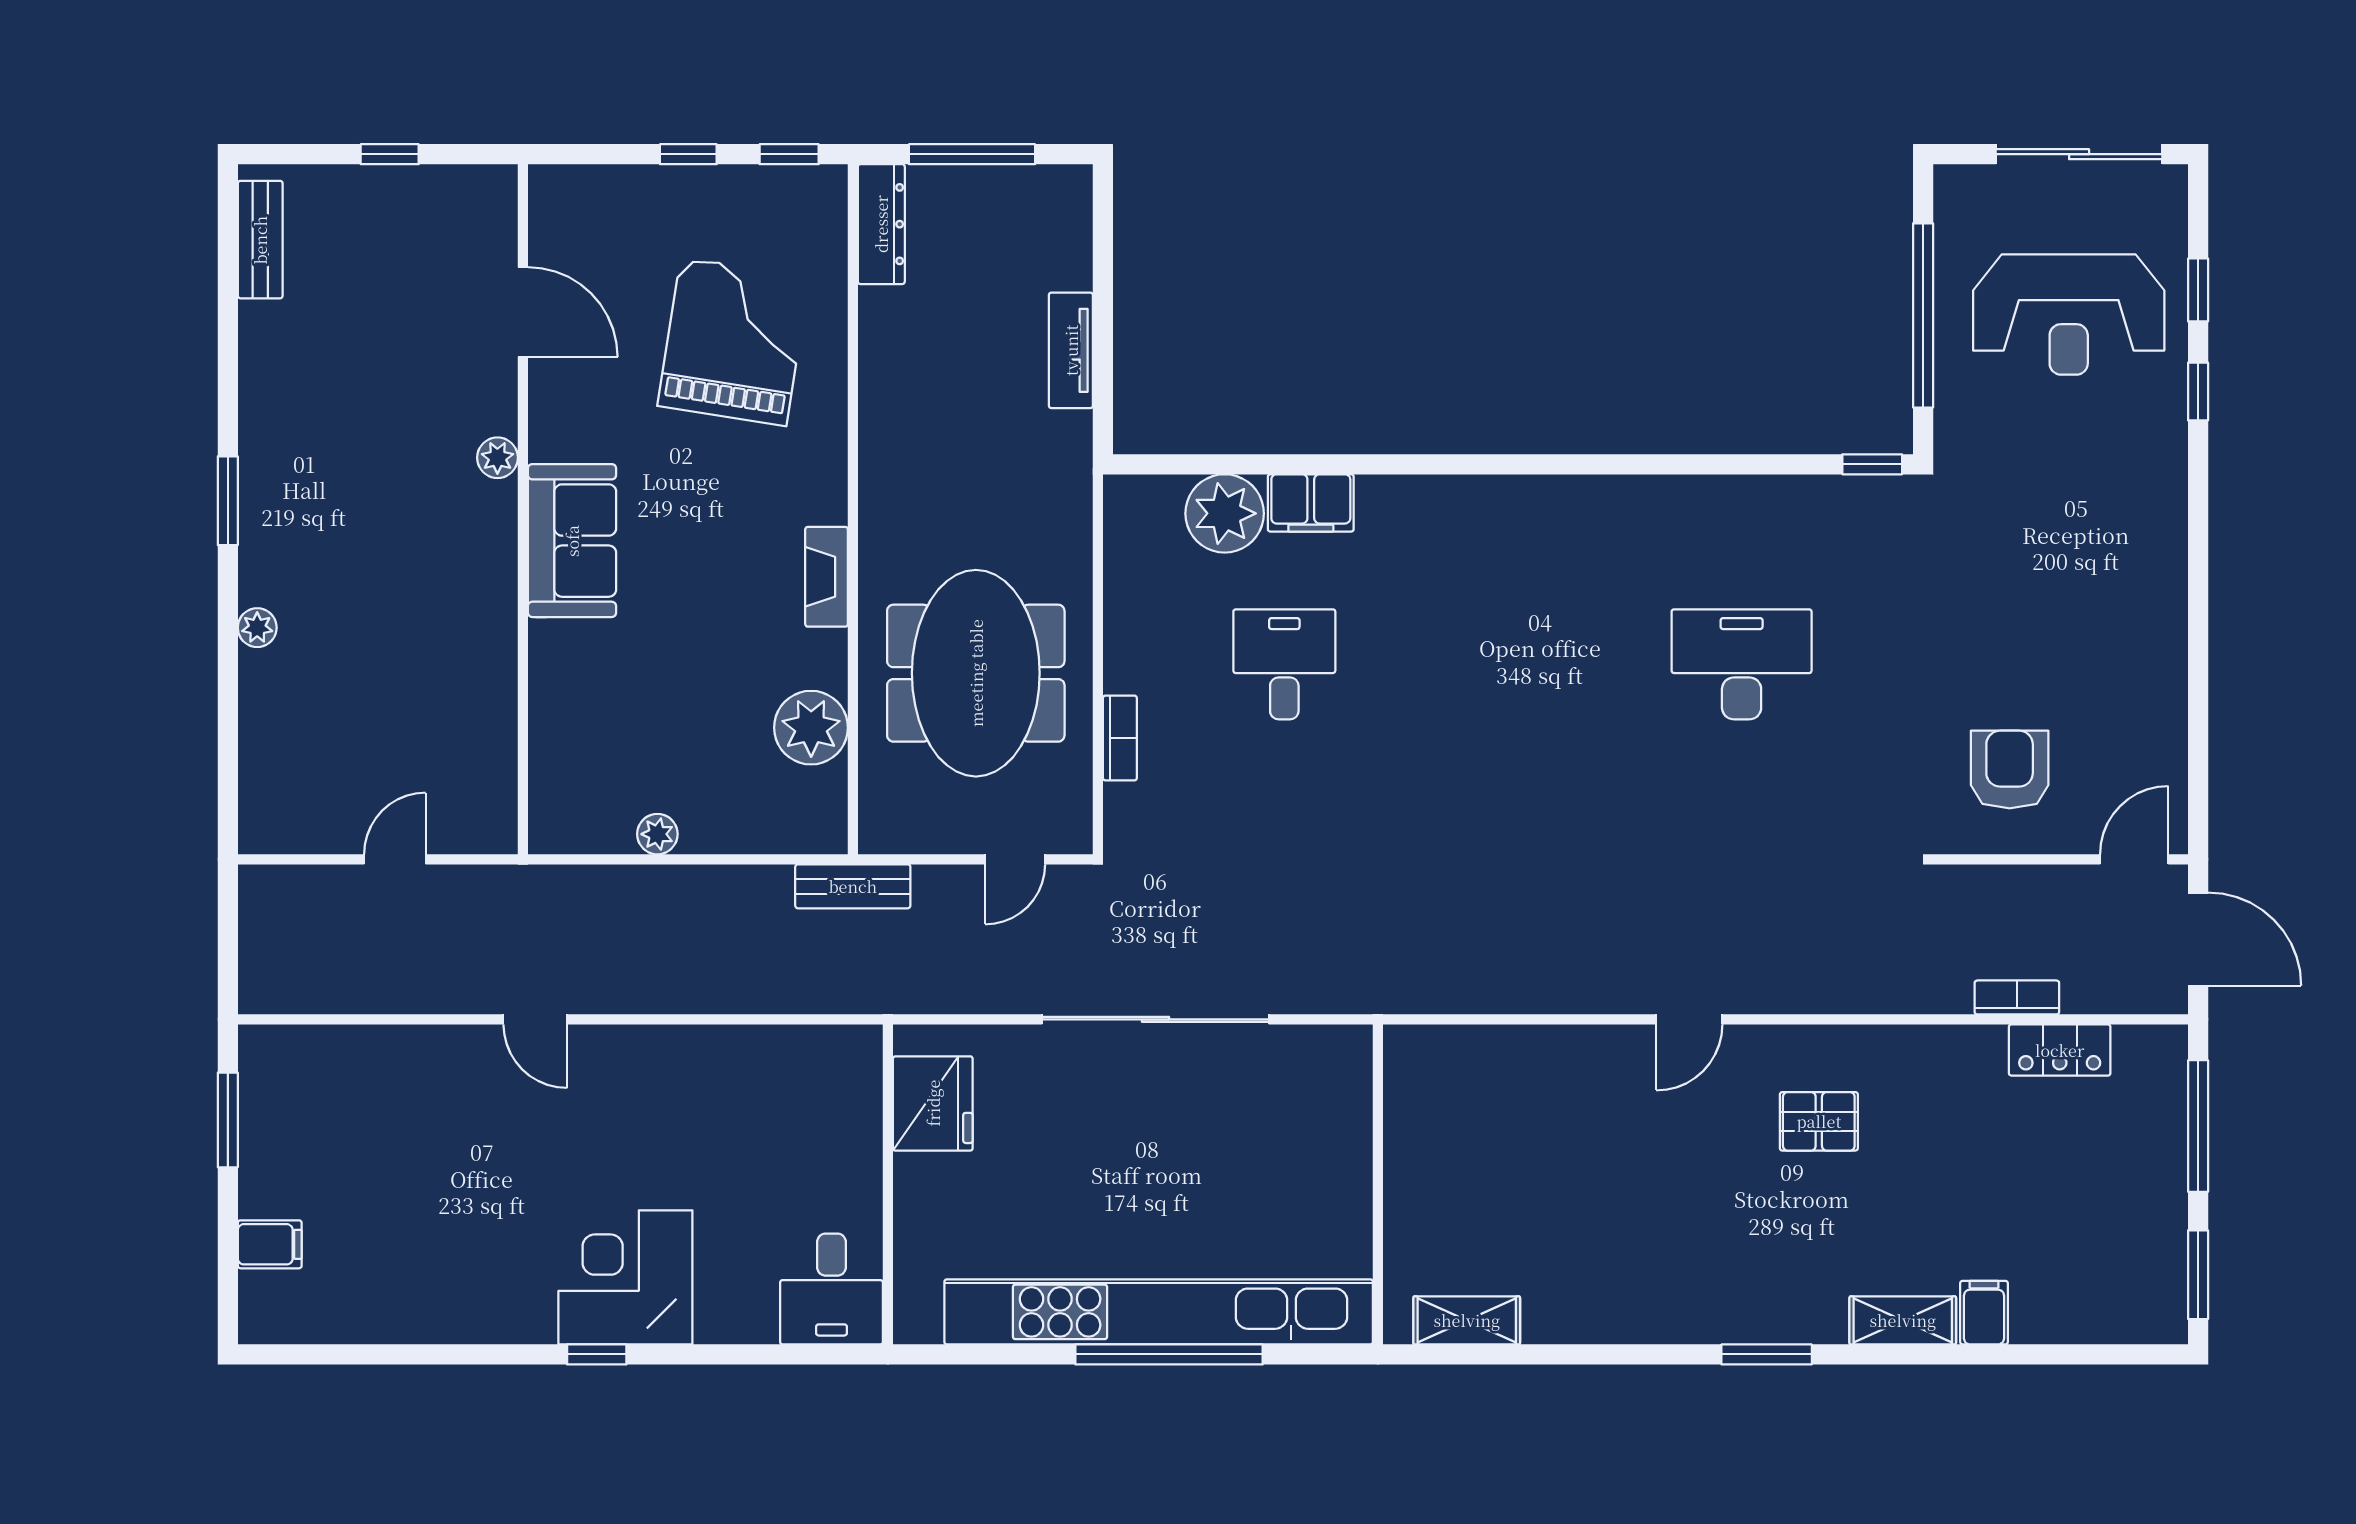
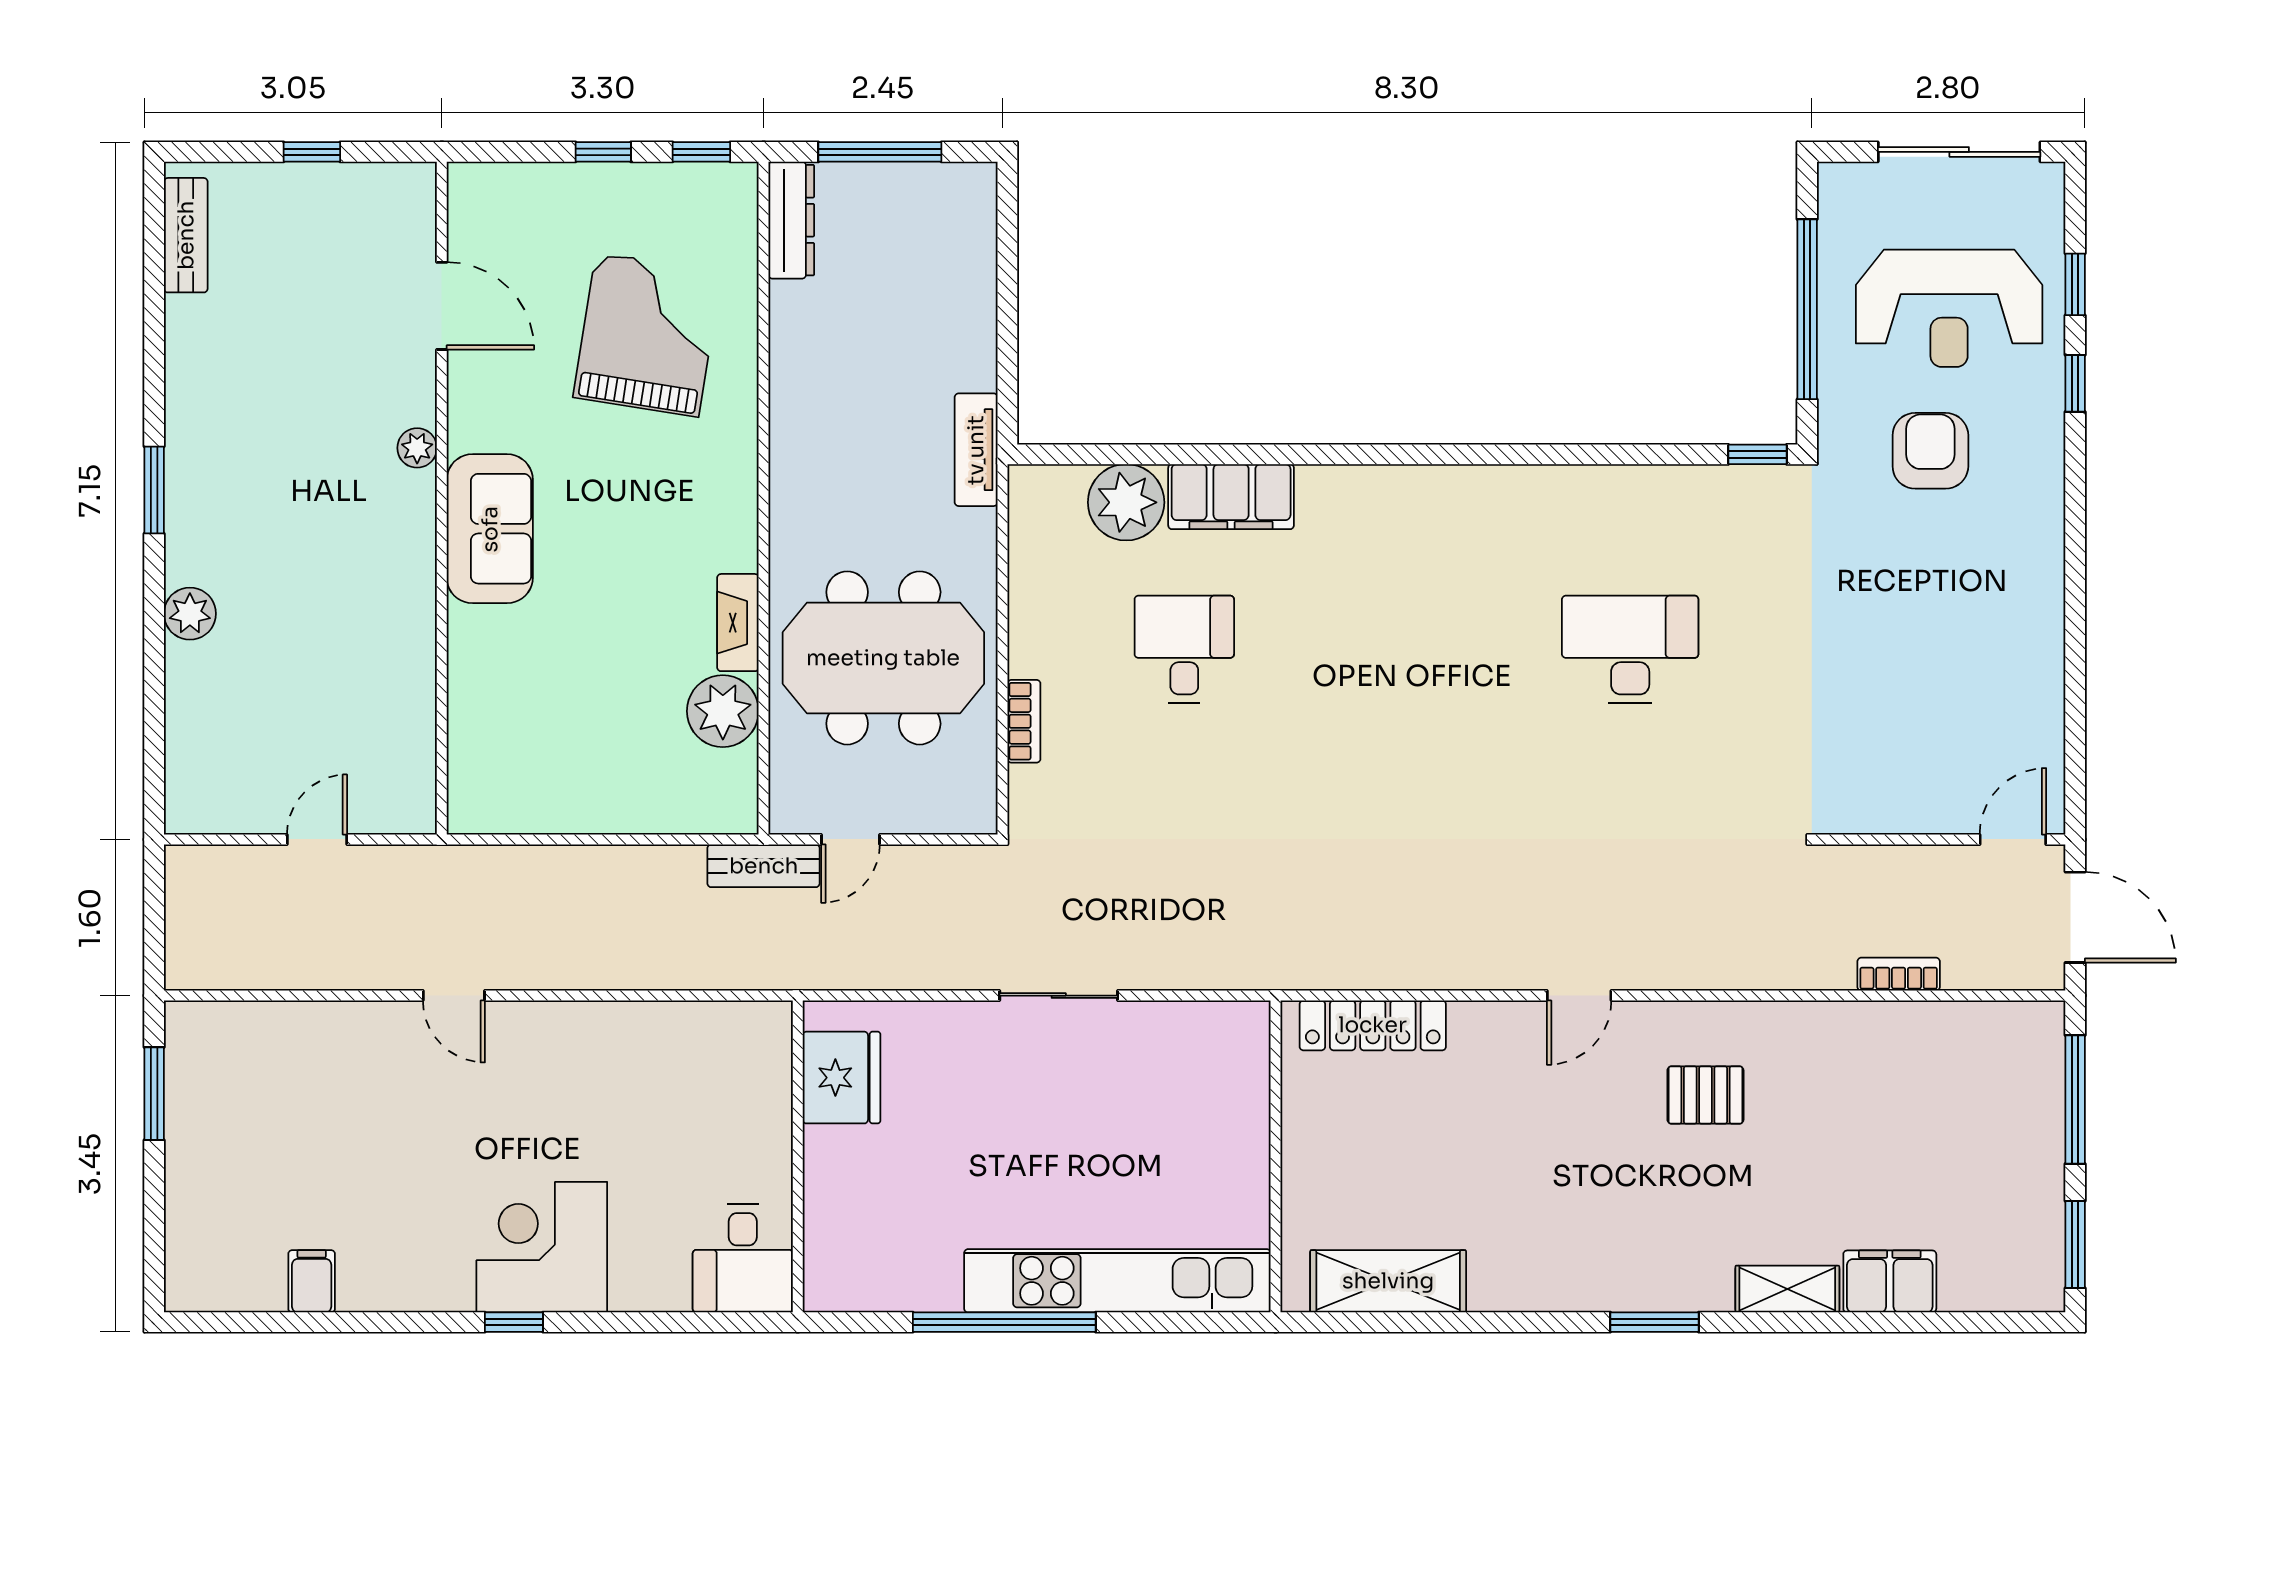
tv unit: (1071, 350) -> (976, 450), moved
filing cabinet: (1311, 503) -> (1231, 497), width x1.50, depth x1.17
fireplace: (827, 577) -> (738, 623), moved
plant: (257, 628) -> (190, 614), width x1.38, depth x1.38
meeting table: (976, 673) -> (883, 658), turned 90
armchair: (2010, 770) -> (1930, 451), moved
plant: (657, 834) -> (573, 815), removed
door: (1015, 859) -> (850, 839), moved
sliding door: (1155, 1019) -> (1059, 996), width x0.54
locker: (2060, 1050) -> (1373, 1025), moved, width x1.53
filing cabinet: (270, 1244) -> (312, 1281), moved, turned -90
kitchen unit: (1159, 1312) -> (1117, 1281), width x0.73
filing cabinet: (1984, 1313) -> (1890, 1281), width x2.00
shelving: (1467, 1320) -> (1388, 1281), width x1.50, depth x1.33
window: (1169, 1354) -> (1004, 1322), moved

